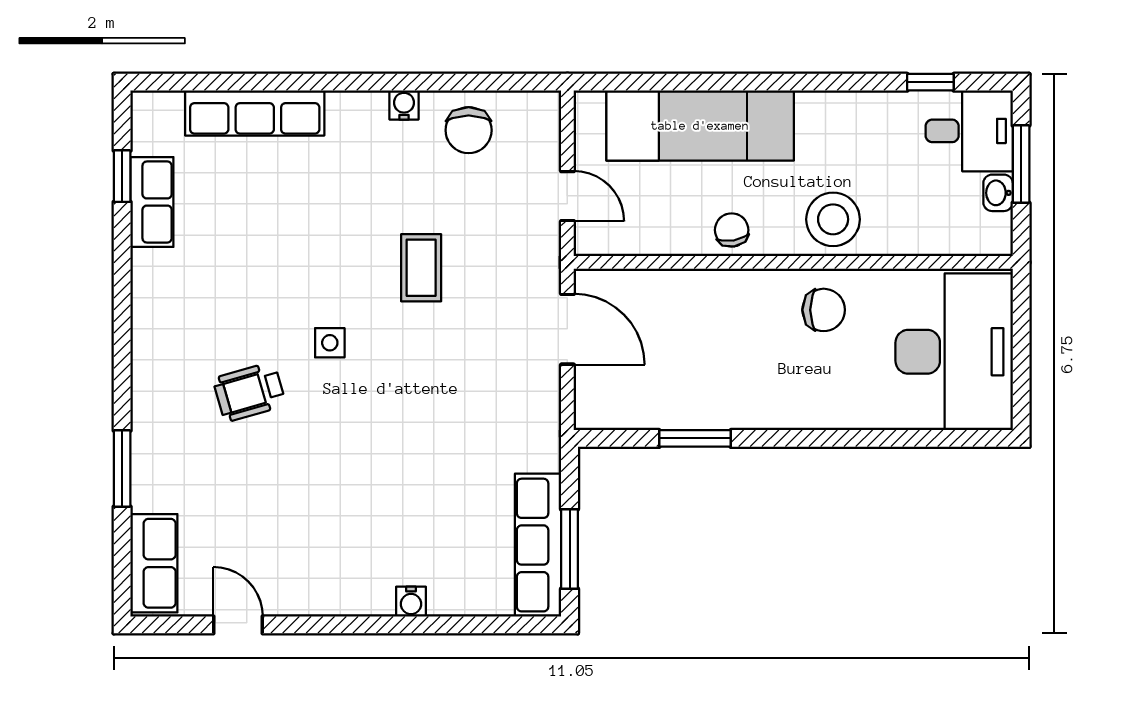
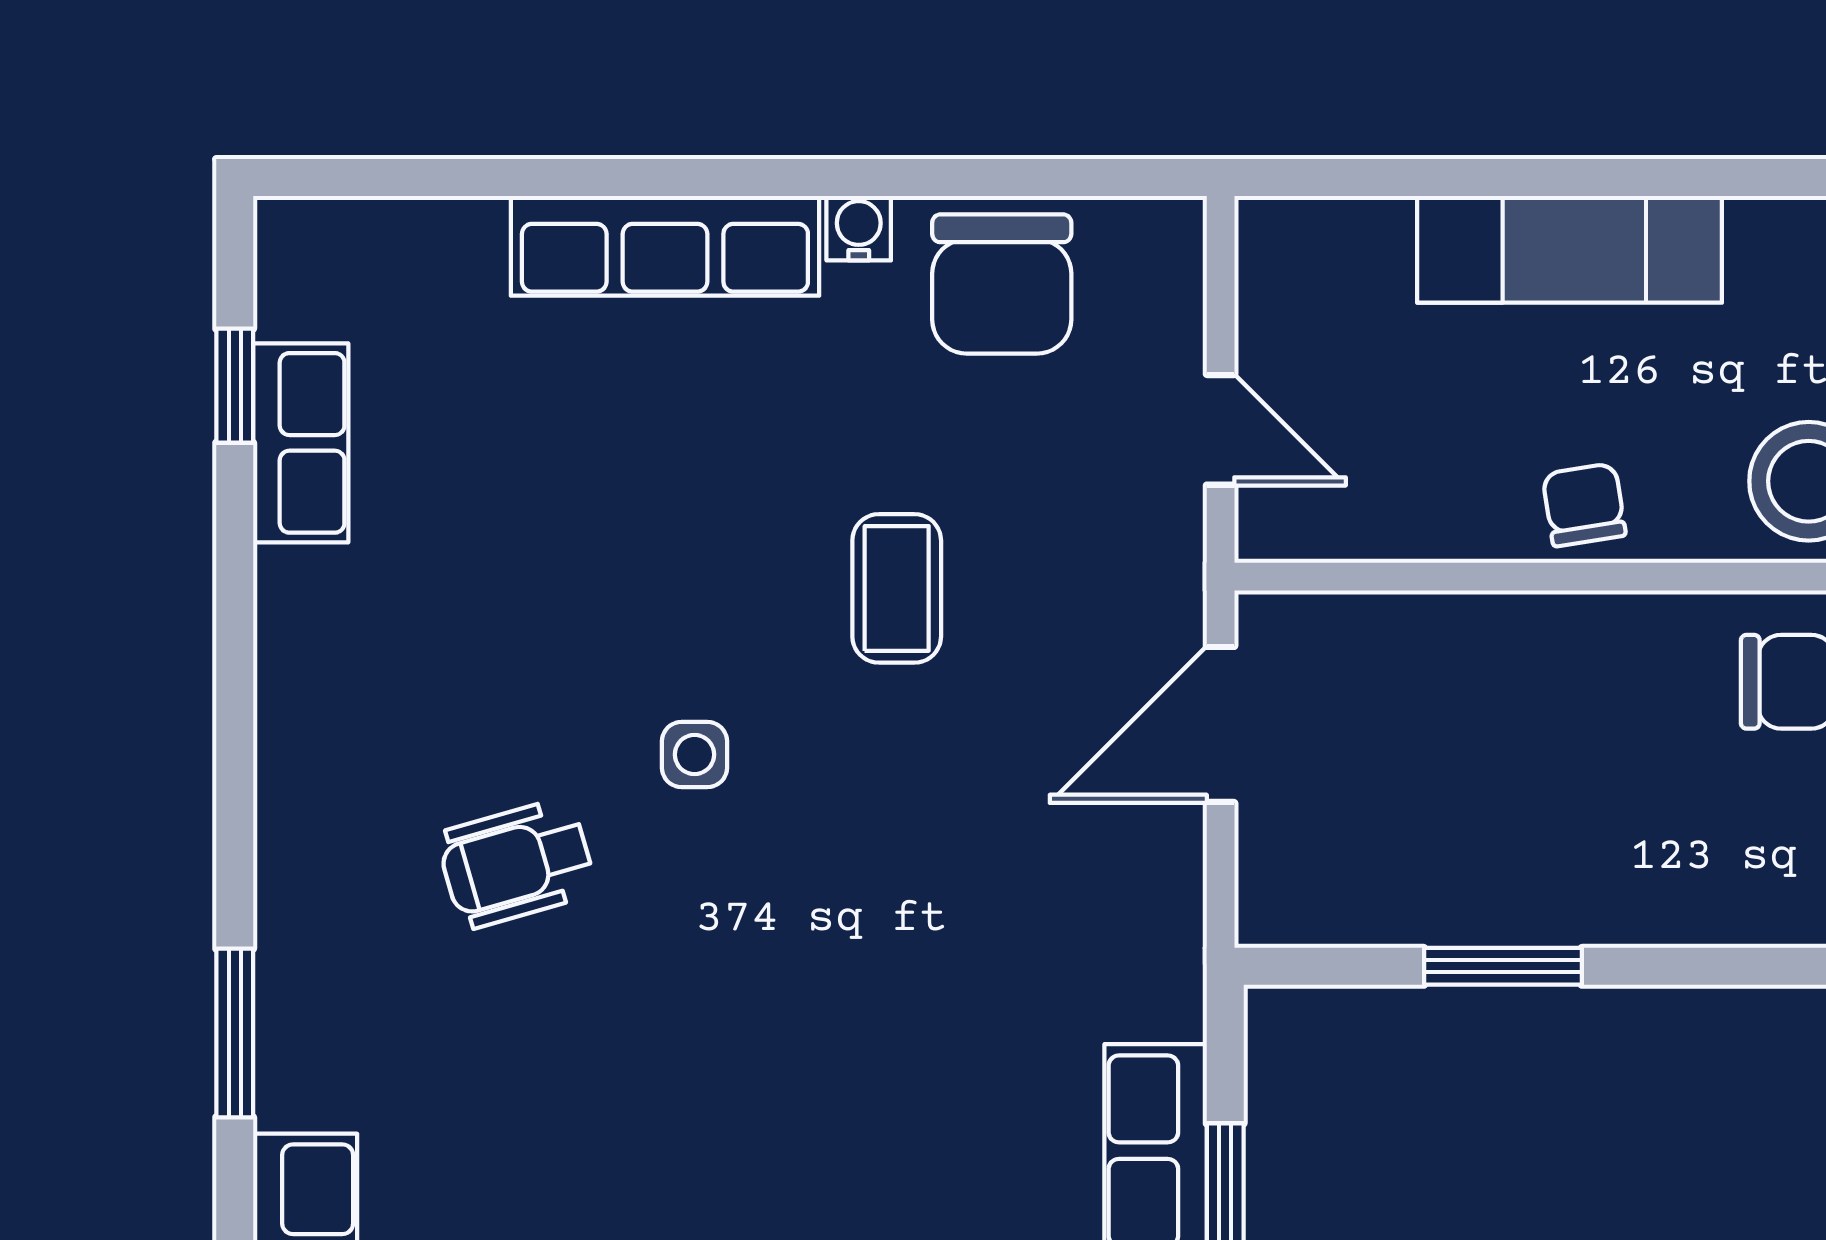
row of seats: (255, 113) -> (665, 246), moved
exam couch: (700, 126) -> (1570, 249), width x0.73, depth x0.69
chair: (469, 130) -> (1002, 284), width x1.37, depth x1.37
door: (567, 329) -> (1221, 724), swing flipped

